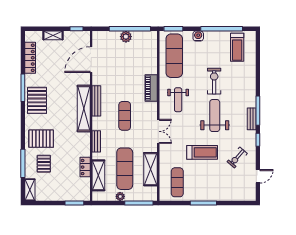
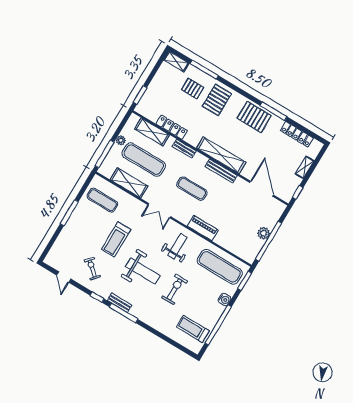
exercise bike: (214, 81) -> (175, 289), turned -90
weight bench: (178, 100) -> (177, 246), turned 90
locker: (85, 167) -> (172, 127), width x1.53

